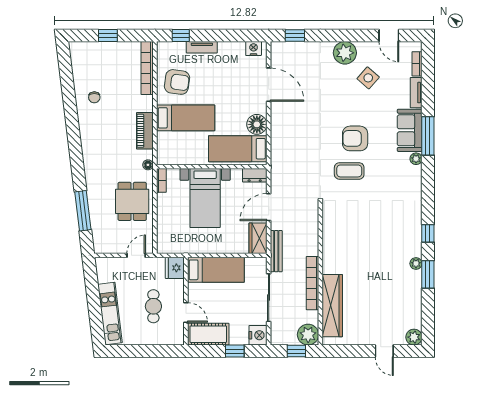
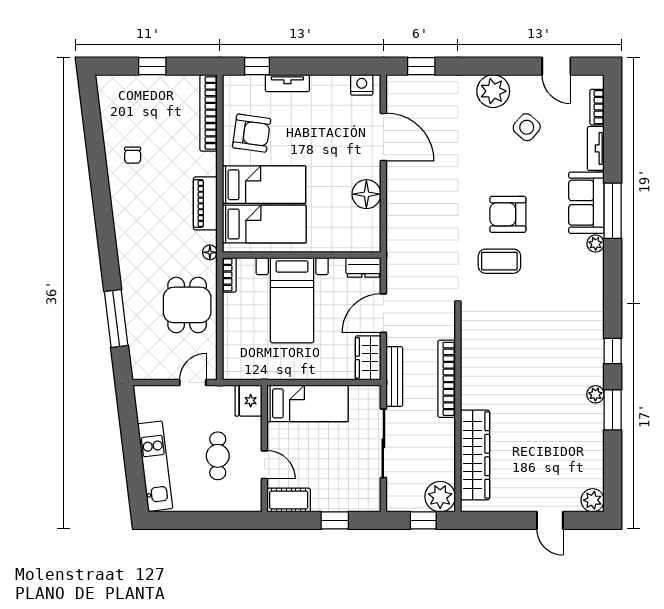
bed: (238, 149) -> (264, 224), moved, turned 180
bookcase: (312, 283) -> (447, 379), moved
cot: (208, 334) -> (289, 500), width x0.73, depth x0.75
nightstand: (258, 335) -> (368, 497), removed

